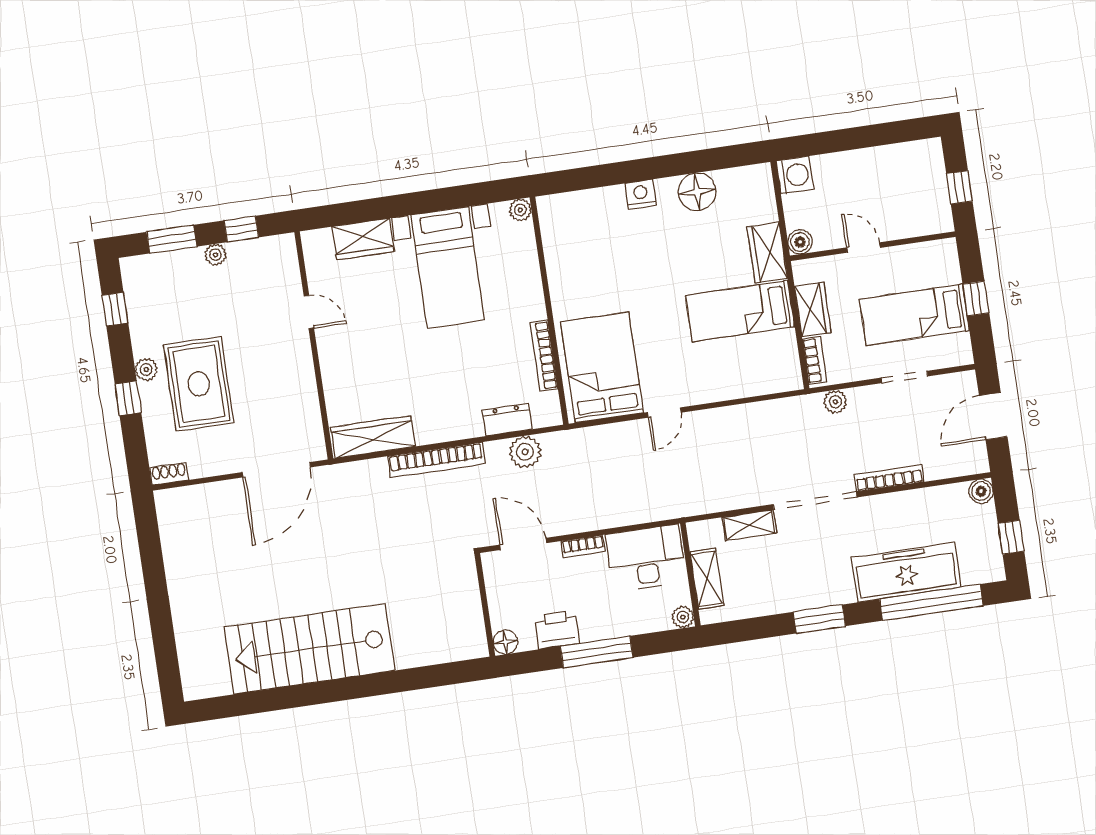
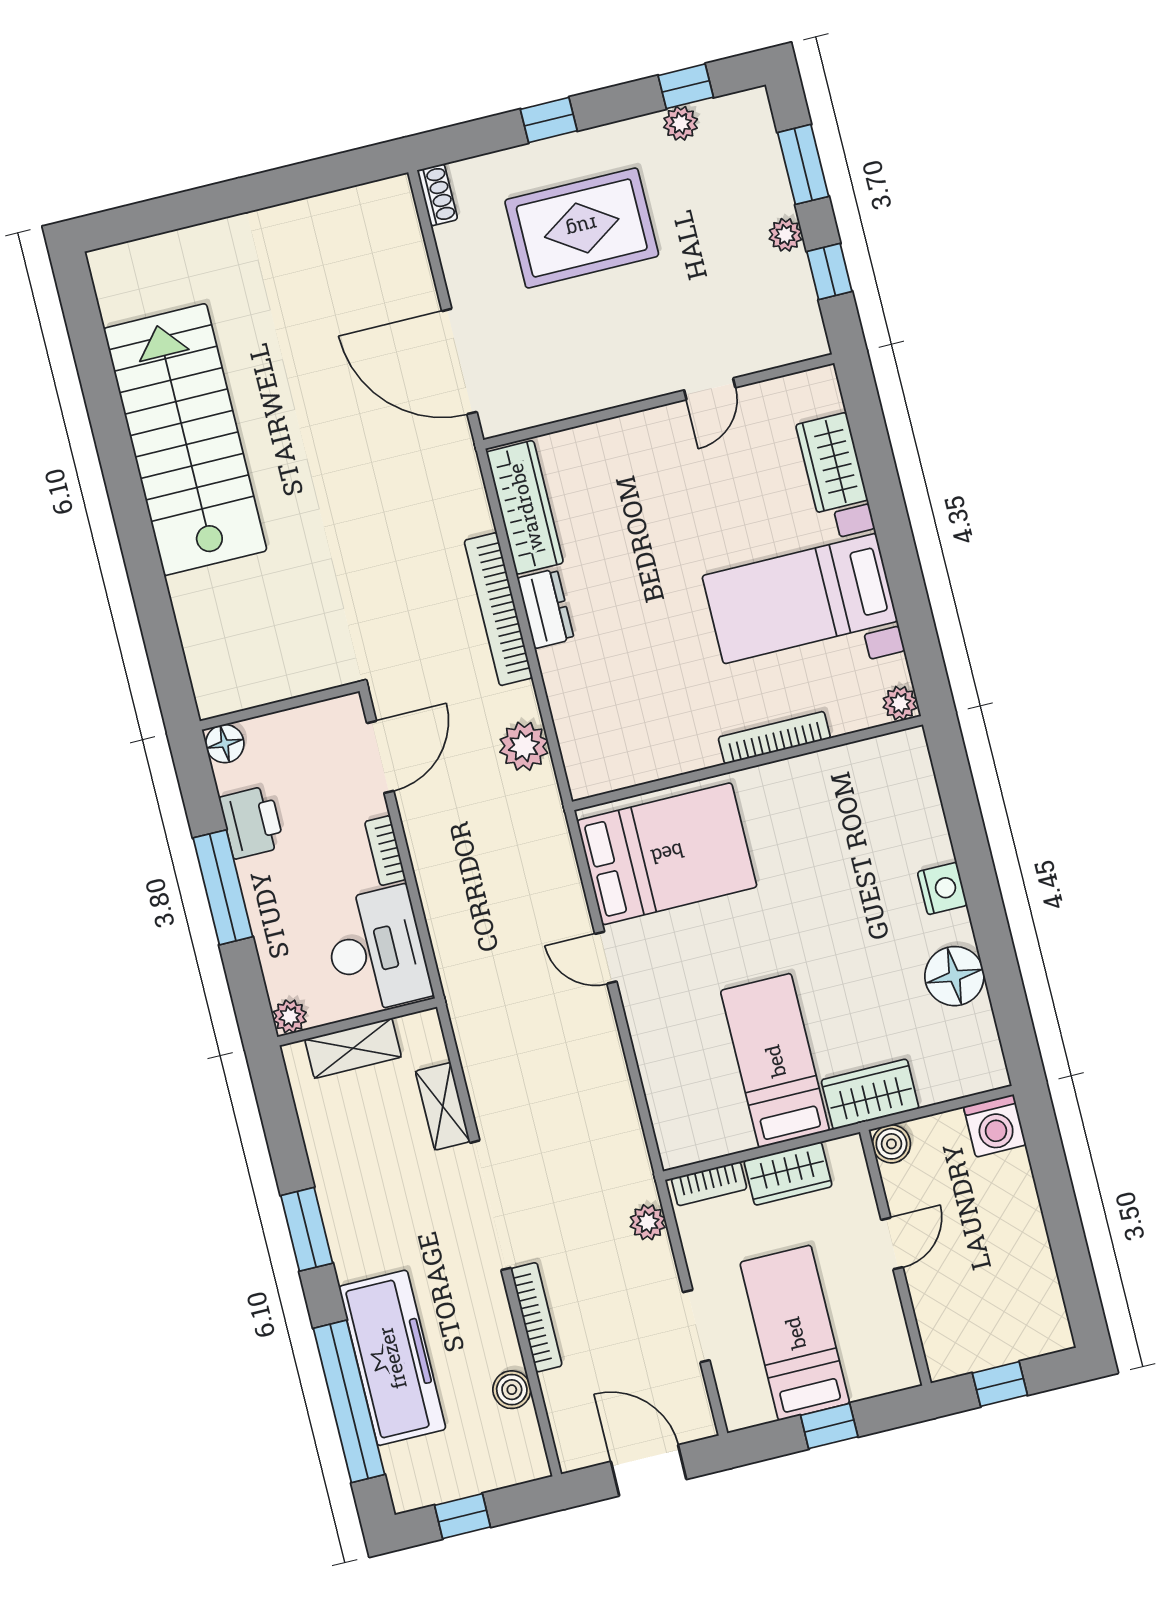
bookcase: (544, 356) -> (774, 738), moved
plant: (146, 370) -> (681, 123), moved
dresser: (507, 420) -> (546, 609), moved
boiler: (981, 491) -> (512, 1390), moved

